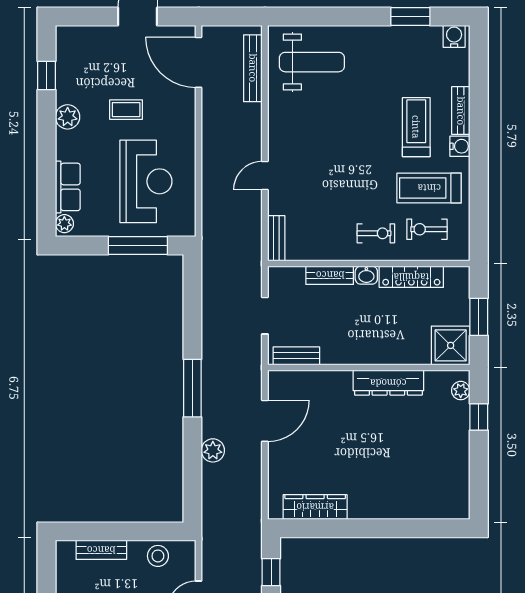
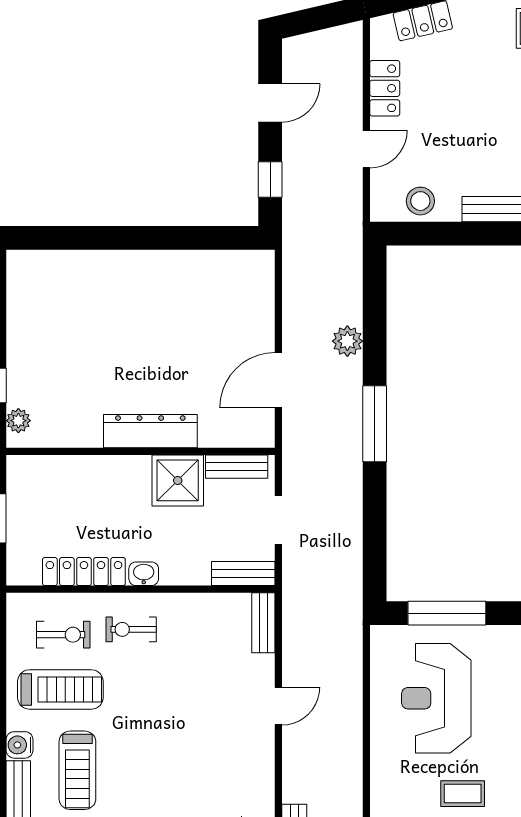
bench: (330, 275) -> (243, 574), moved
shower: (451, 345) -> (178, 480), moved
dresser: (388, 383) -> (150, 431), moved
wardrobe: (315, 507) -> (212, 266), removed

